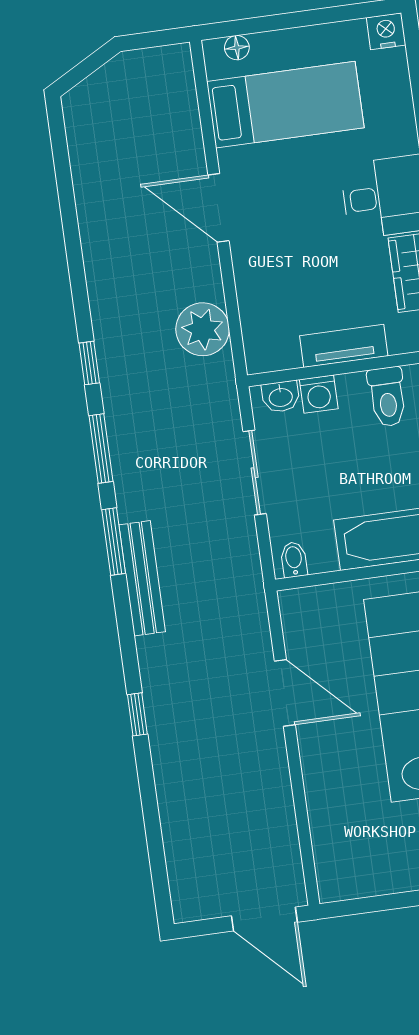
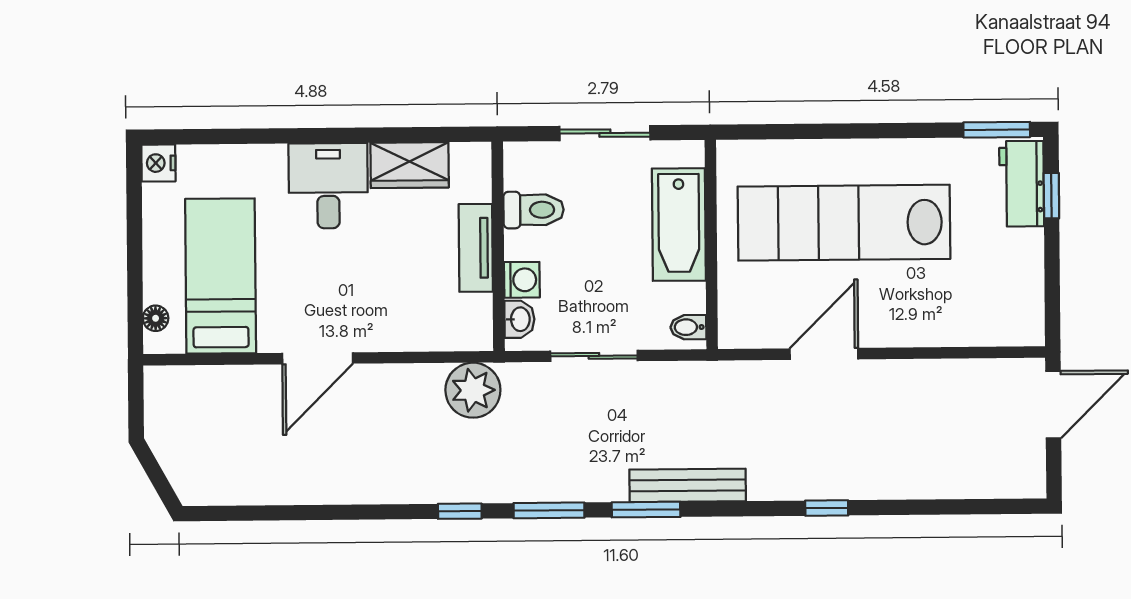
plant: (203, 329) -> (473, 390), moved

